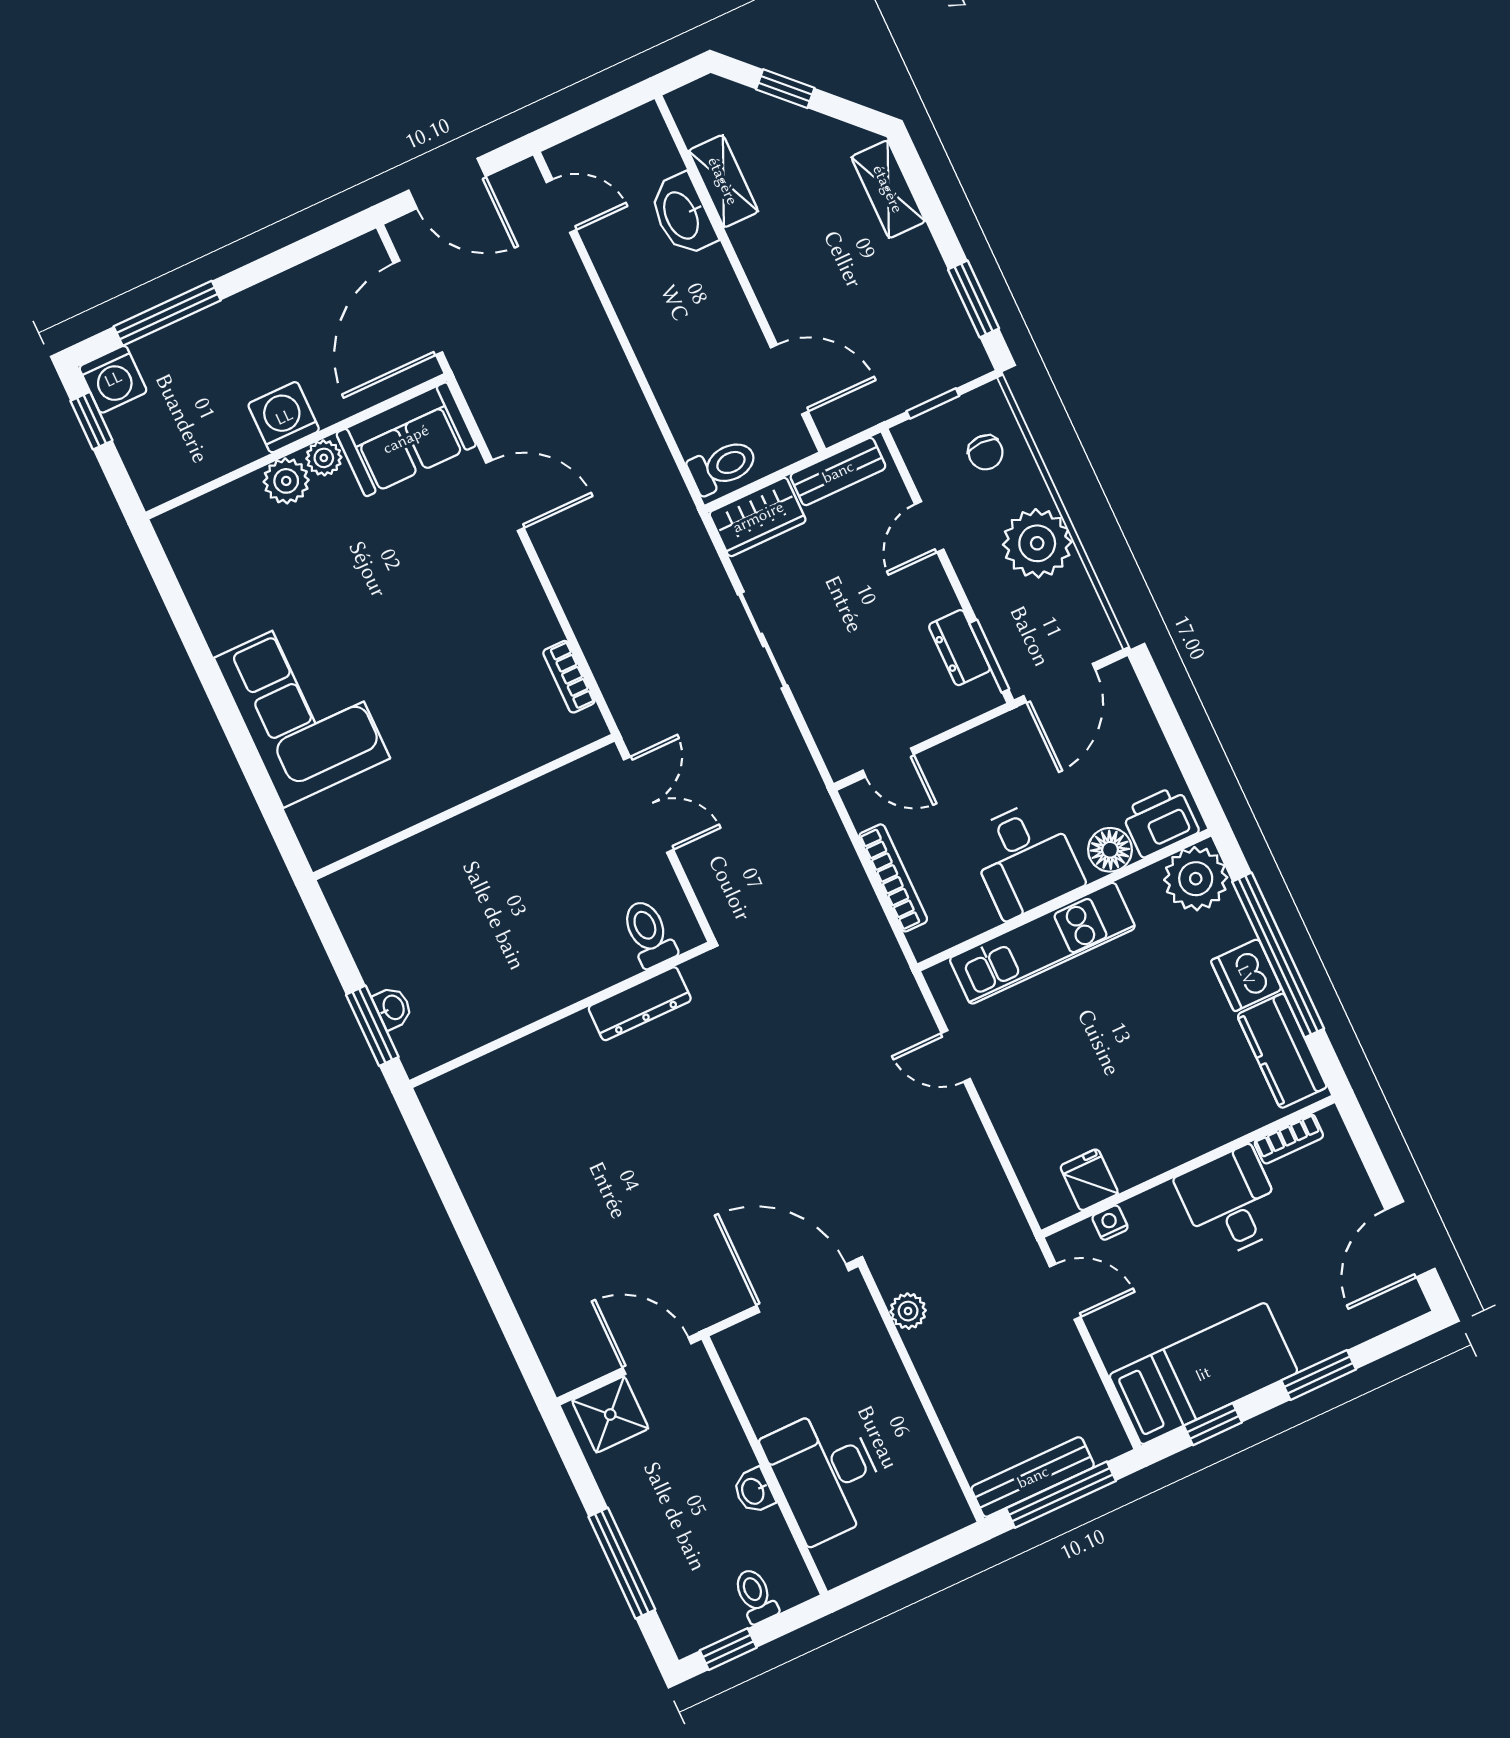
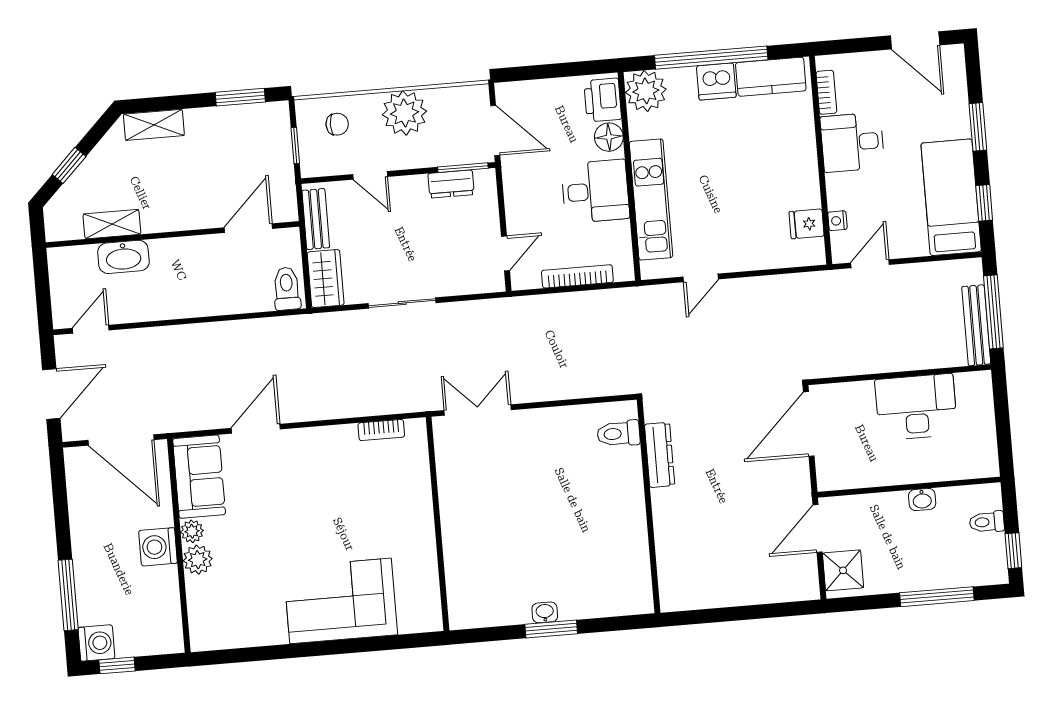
toilet: (649, 933) -> (618, 434), moved
dresser: (640, 1004) -> (660, 455), moved
wall: (560, 1015) -> (649, 506), moved
plant: (908, 1311) -> (846, 364), removed
desk: (826, 1475) -> (916, 407), moved, turned 180

